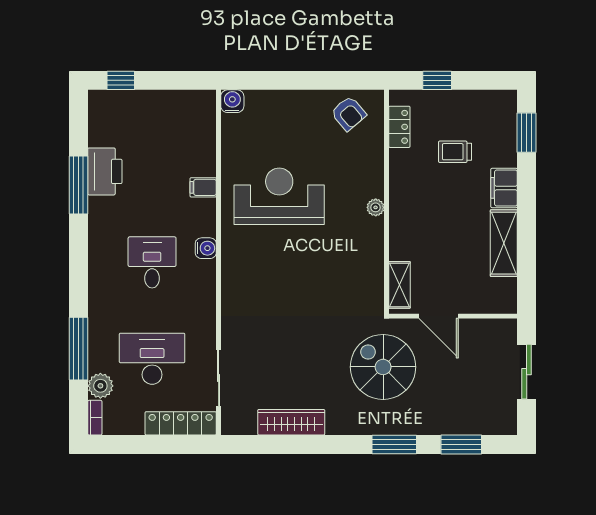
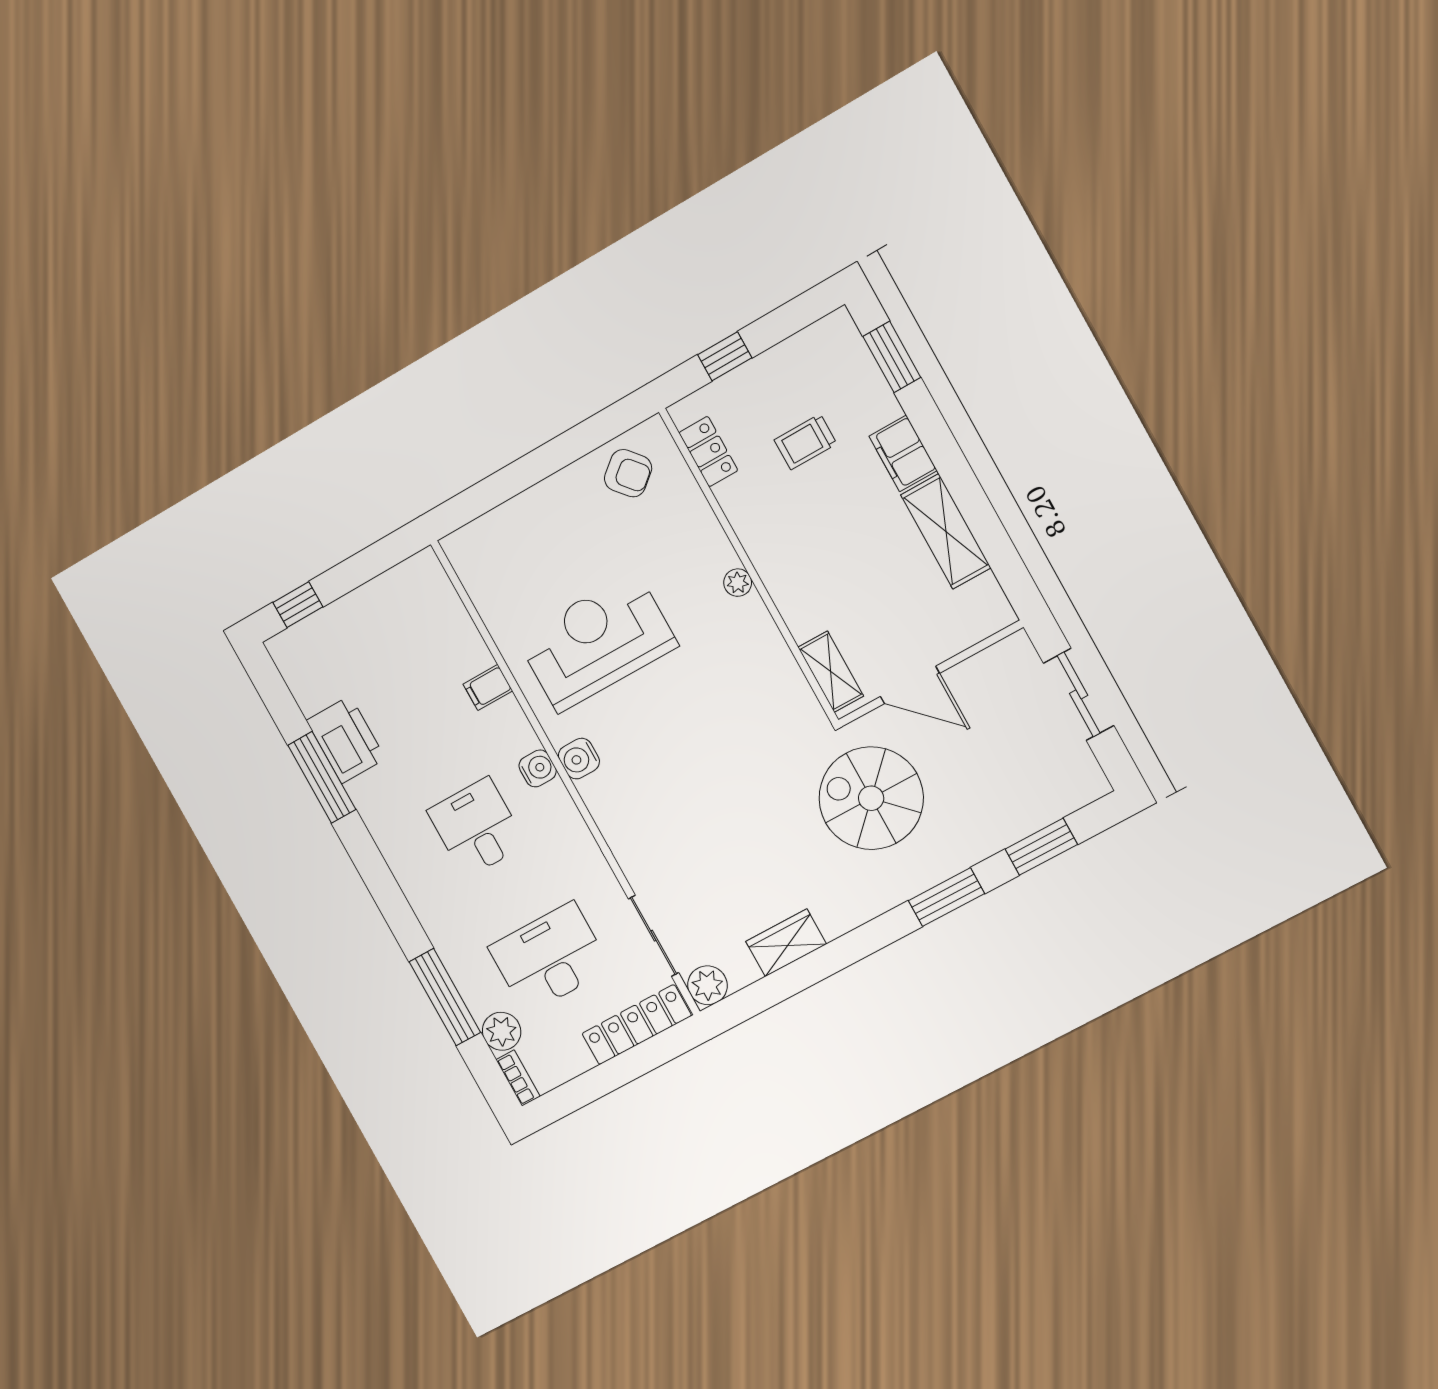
water cooler: (232, 101) -> (579, 759), moved, turned -90
plant: (234, 422) -> (707, 985), added
wardrobe: (291, 422) -> (786, 943), width x0.67

